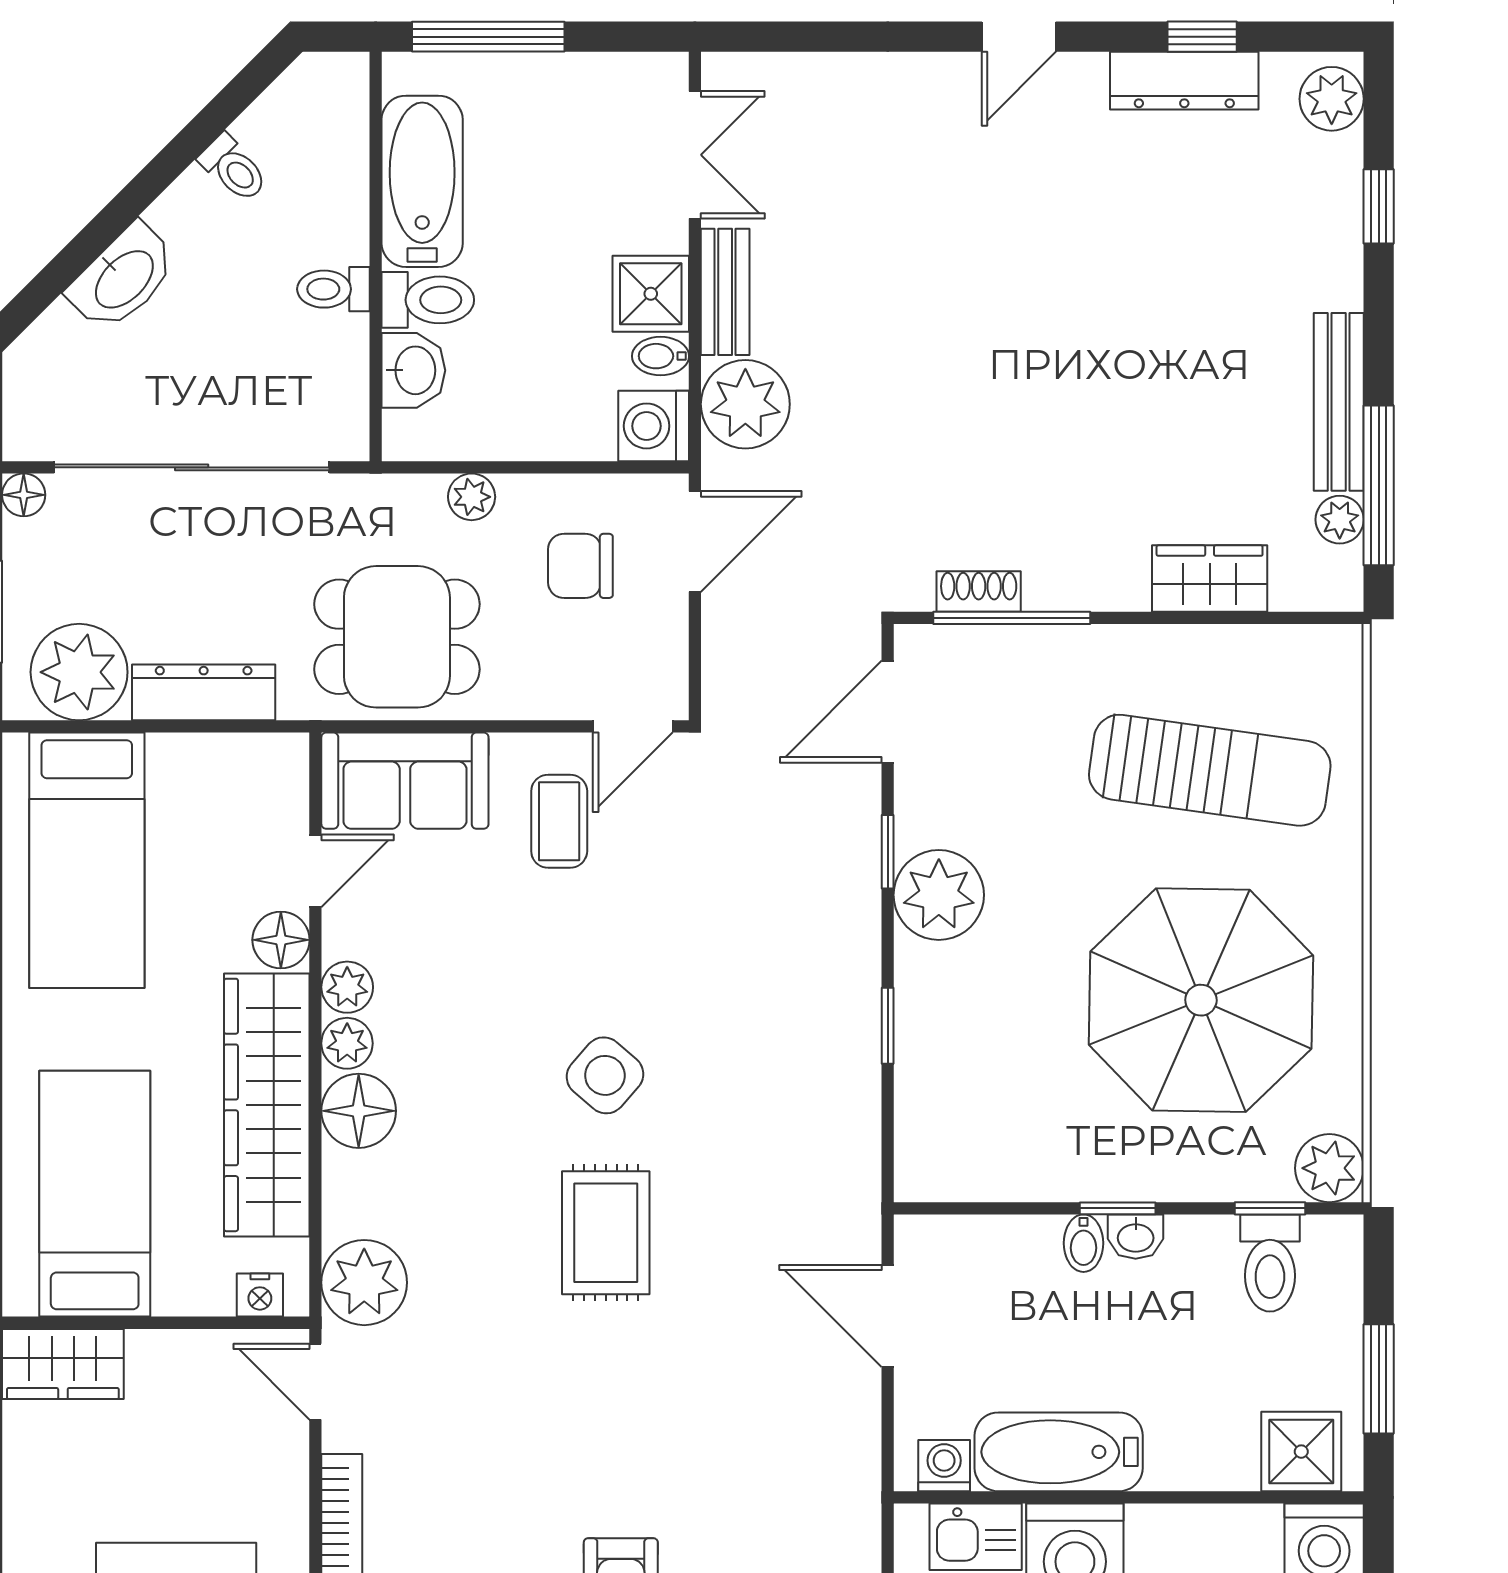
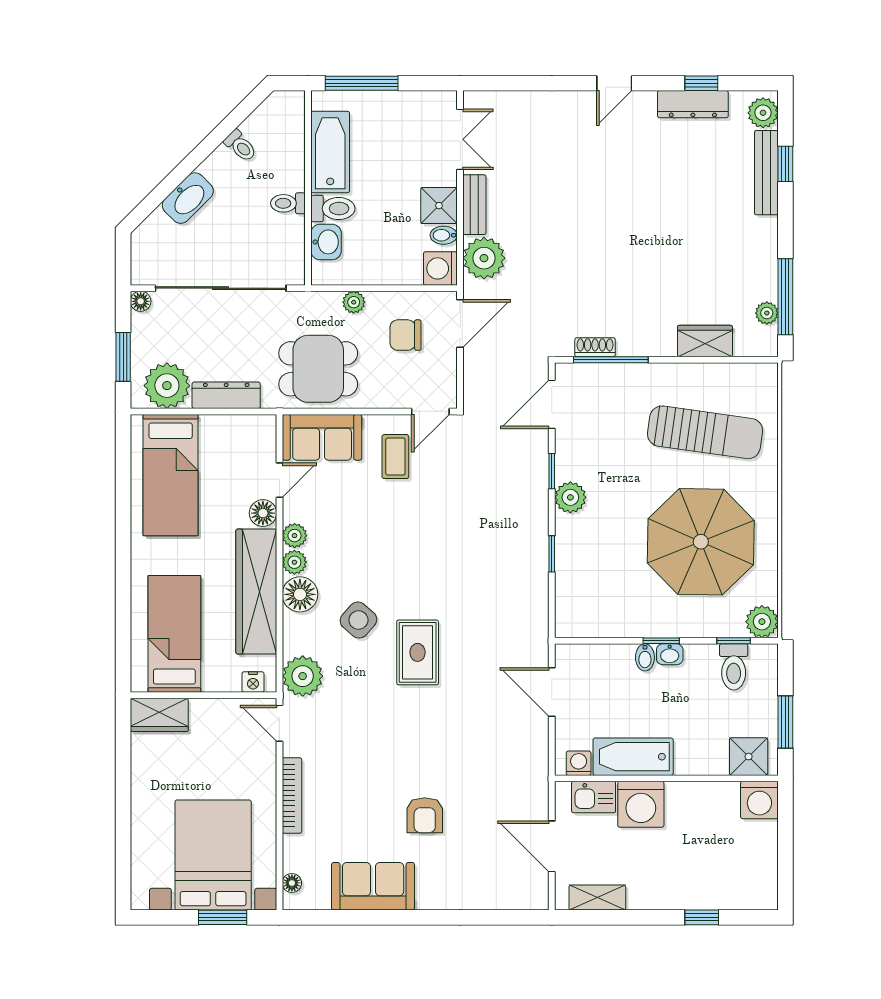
bench: (1339, 402) -> (766, 173), moved
plant: (939, 895) -> (570, 497), width x0.73, depth x0.73
side table: (605, 1075) -> (358, 620), moved

